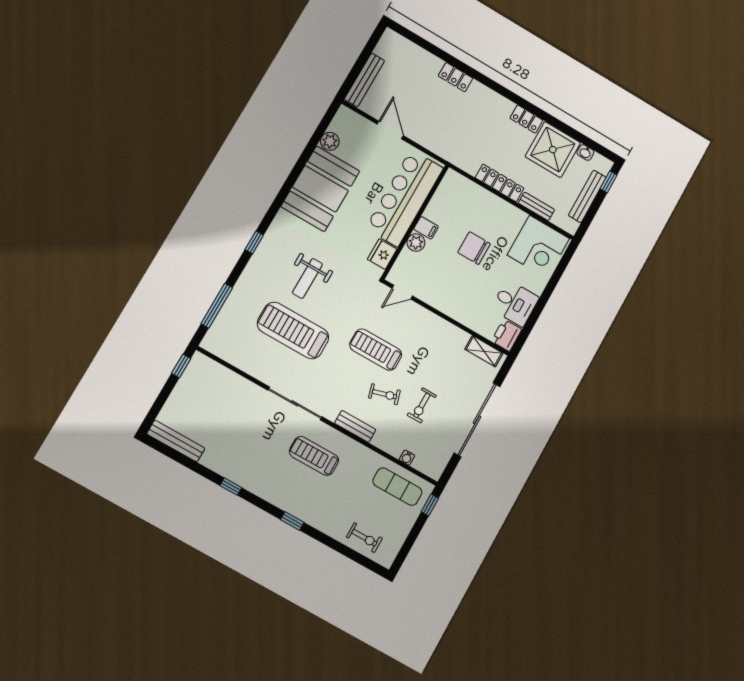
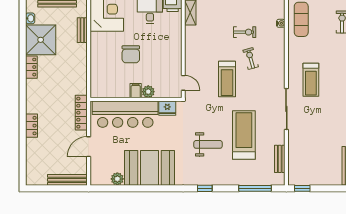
locker: (500, 183) -> (81, 113), moved
treadmill: (293, 330) -> (244, 135), turned 180
bench: (355, 426) -> (280, 159), moved

